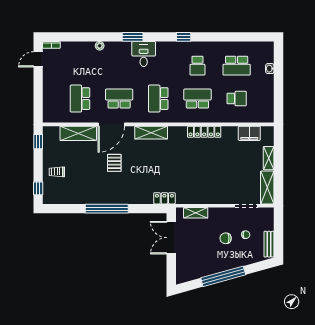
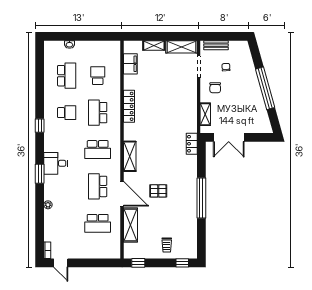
chair: (226, 238) -> (215, 88), moved
bench: (269, 244) -> (216, 45), moved

